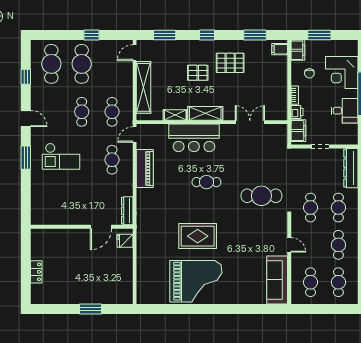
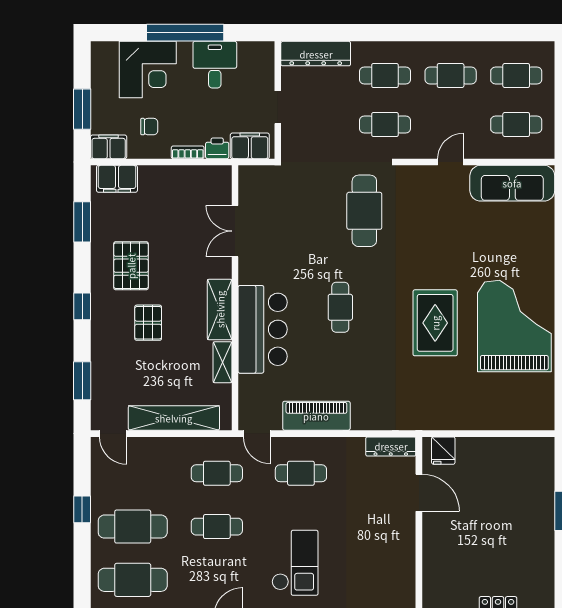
filing cabinet: (280, 49) -> (117, 179), width x2.00

